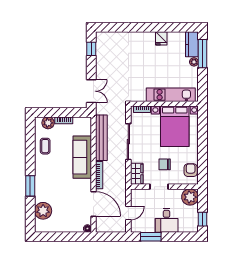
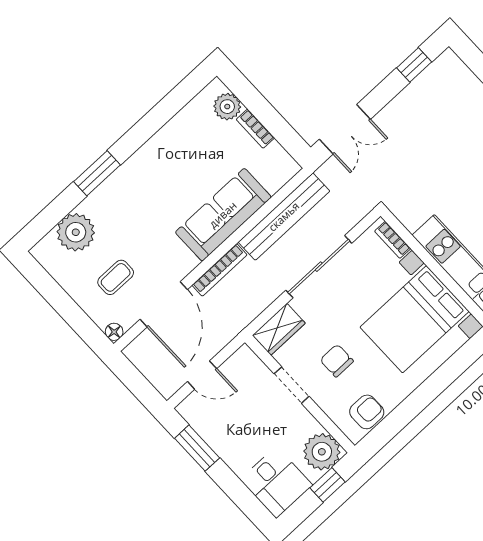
coffee table: (45, 146) -> (116, 277), moved
window: (203, 219) -> (328, 485), moved
desk: (167, 220) -> (276, 482), moved, turned -90

